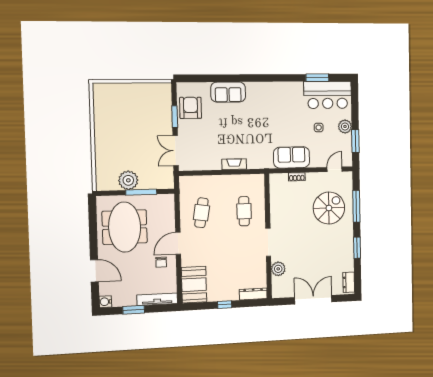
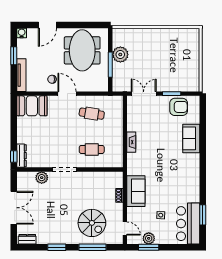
plant: (345, 126) -> (149, 238), moved
meeting table: (125, 227) -> (82, 50), turned 90
window: (225, 305) -> (14, 156), moved

